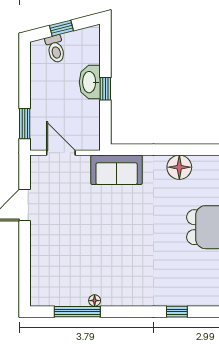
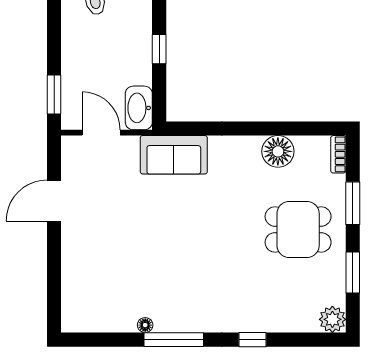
washbasin: (90, 82) -> (139, 108), moved
floor lamp: (179, 167) -> (278, 151), moved
window: (77, 312) -> (174, 340), moved

